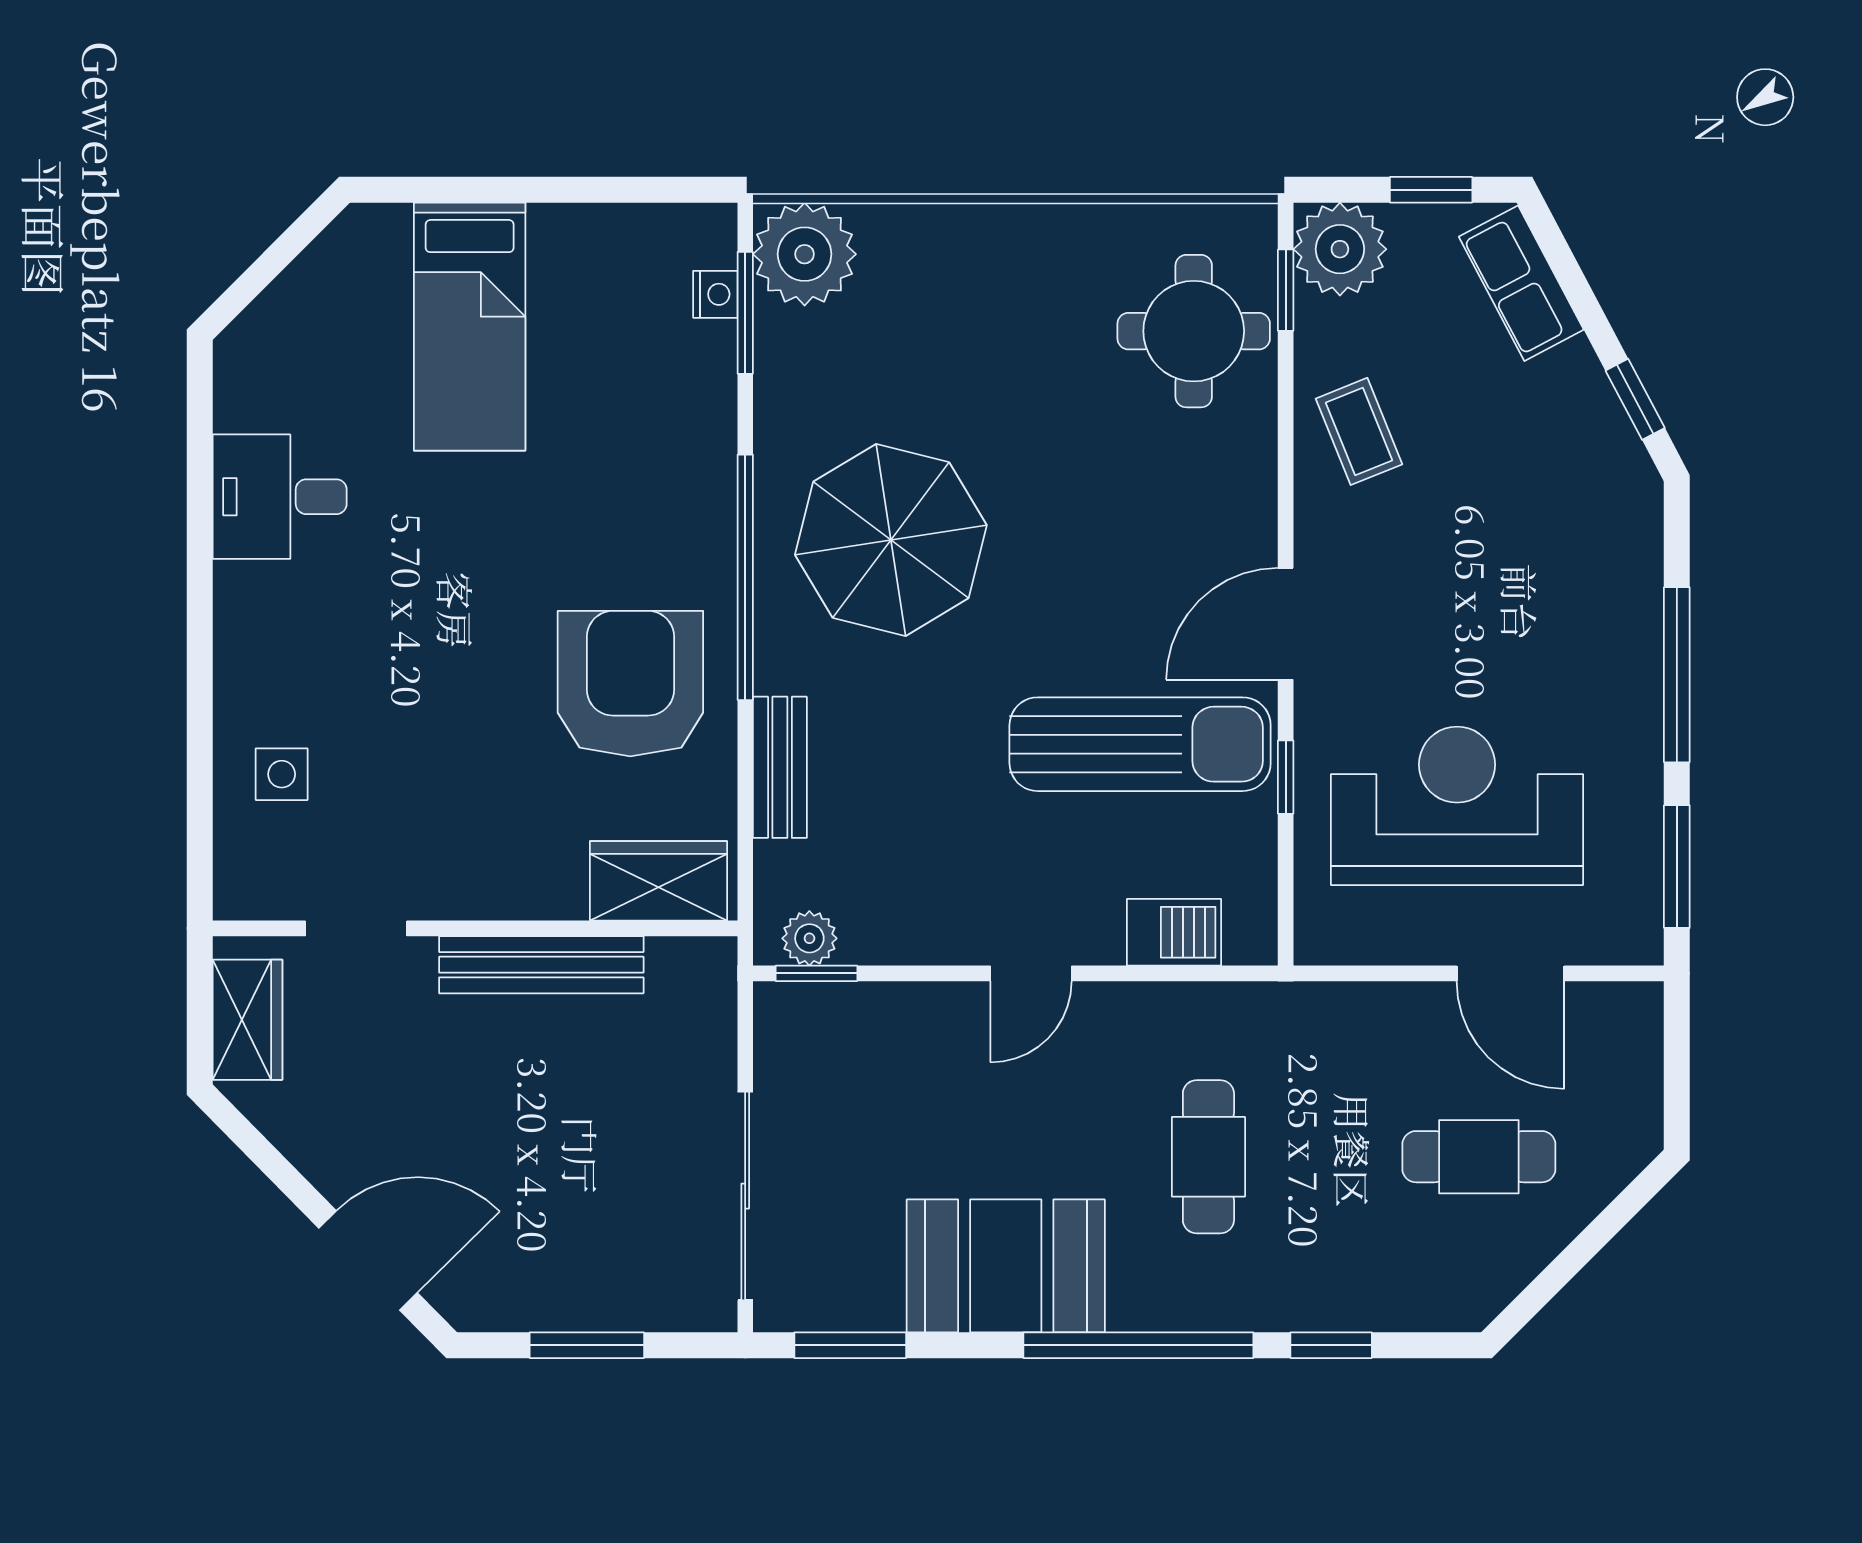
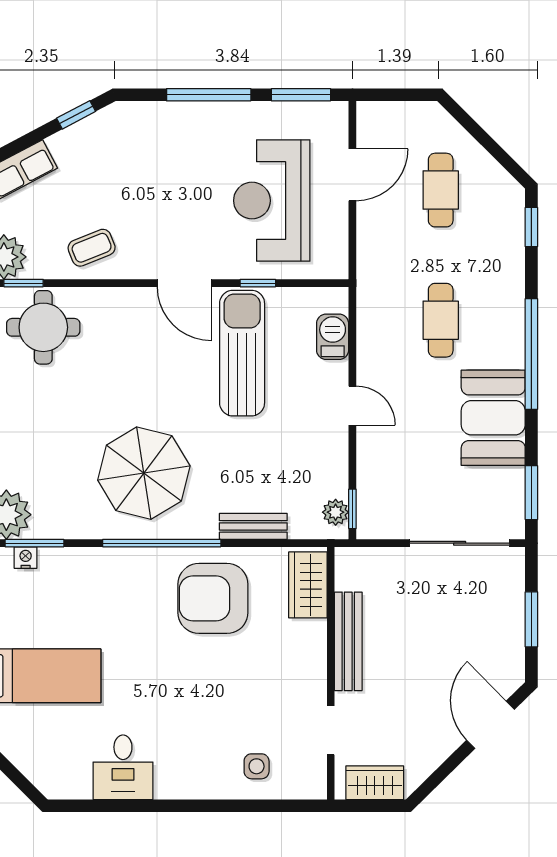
cafe table: (1208, 1157) -> (441, 320), turned 90
window: (1331, 1345) -> (531, 227), moved

